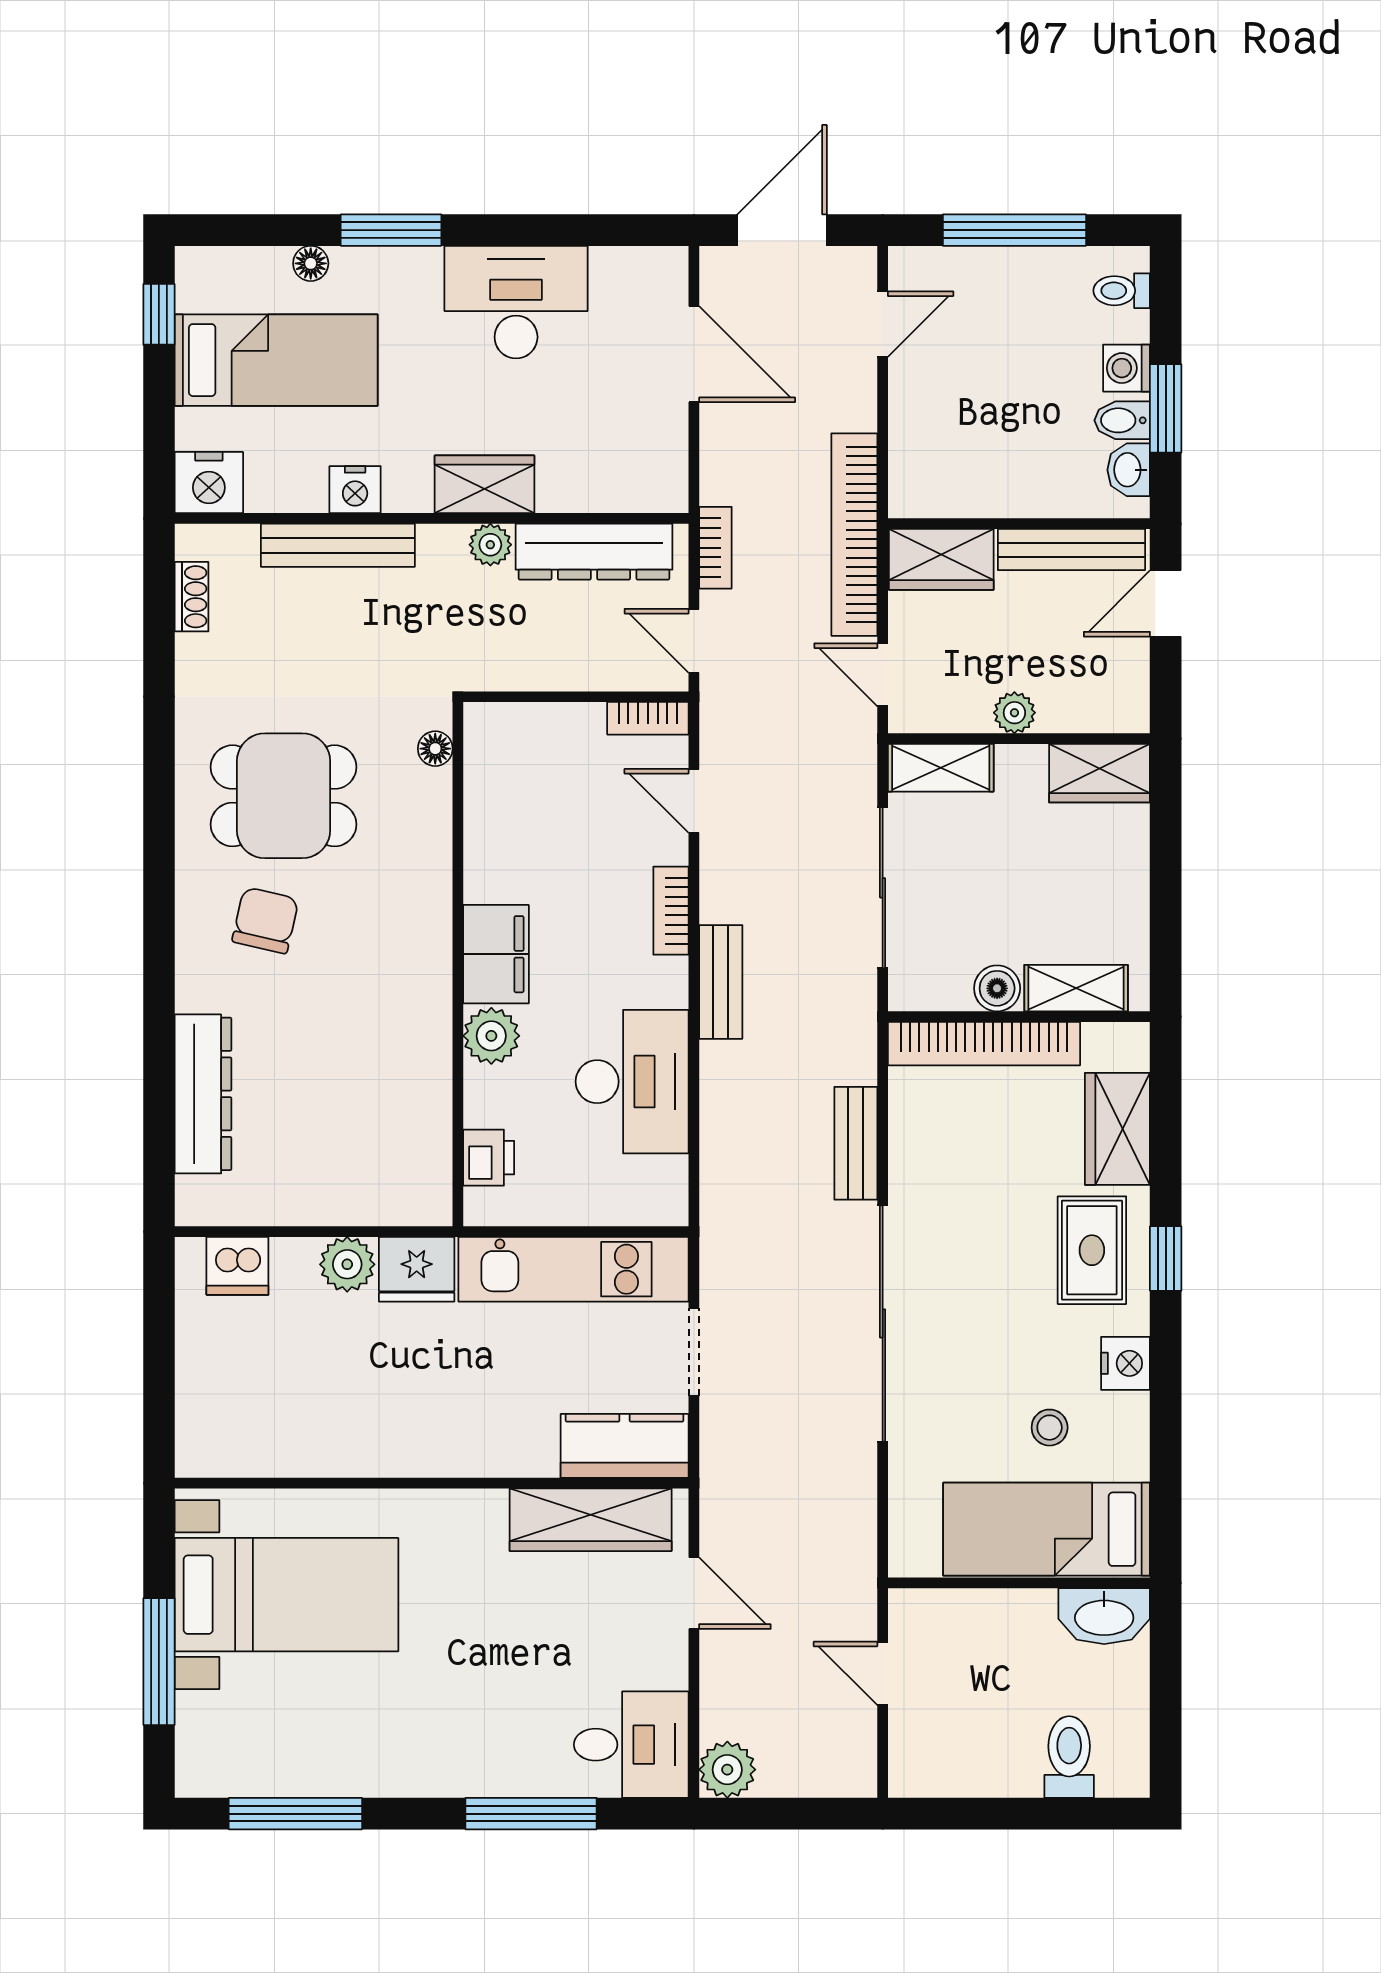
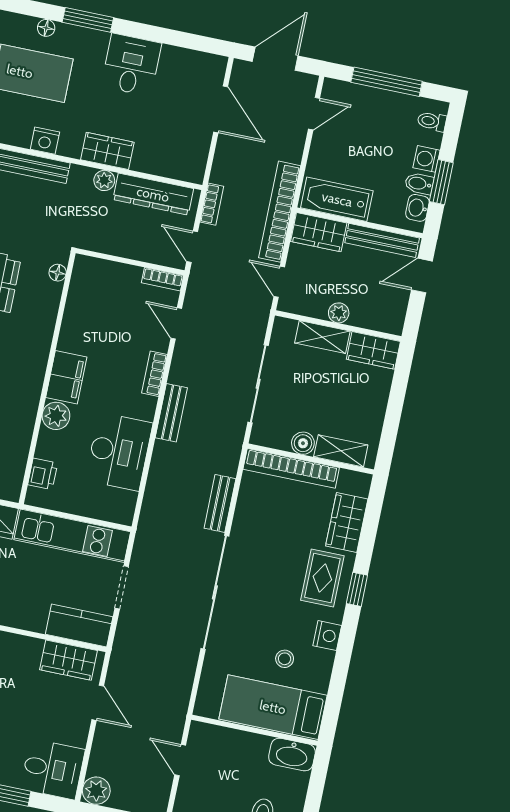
desk: (516, 302) -> (131, 65), width x0.73
bathtub: (964, 486) -> (337, 199), added
shelving: (941, 768) -> (322, 337), moved
wardrobe: (591, 1520) -> (69, 660), width x0.67

